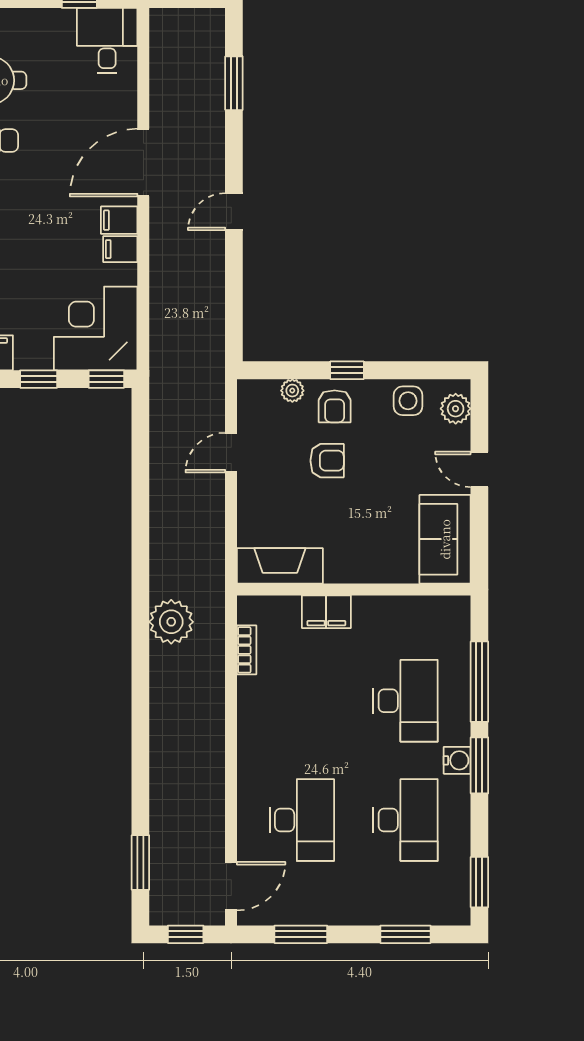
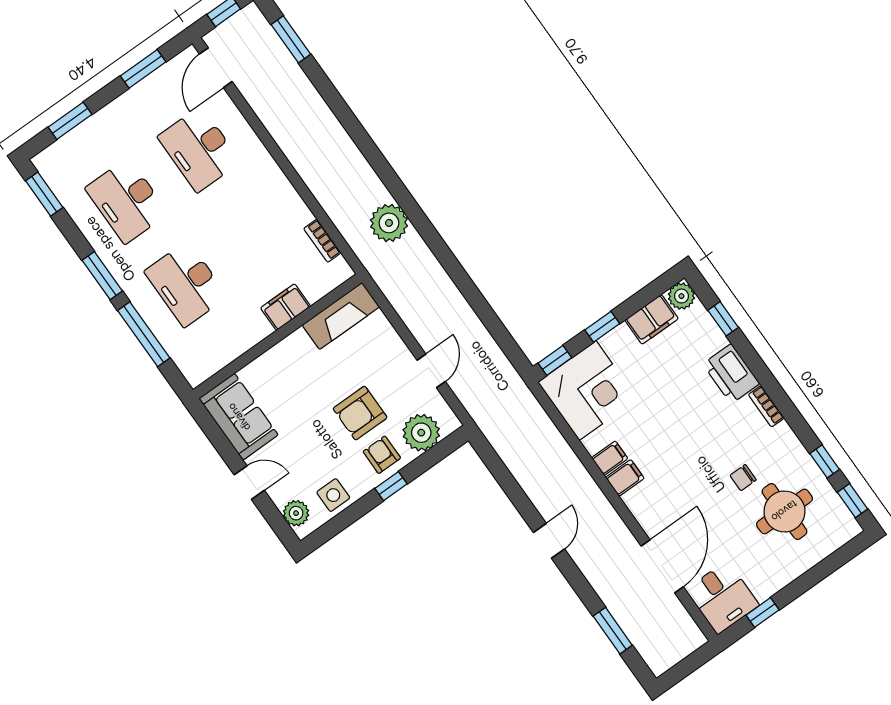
door: (143, 163) -> (662, 566), moved
plant: (292, 391) -> (421, 433), width x1.88, depth x1.88
armchair: (327, 461) -> (360, 413), width x1.38, depth x1.38
water cooler: (457, 760) -> (120, 268), removed

